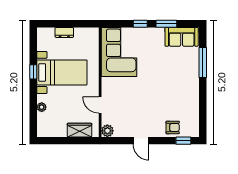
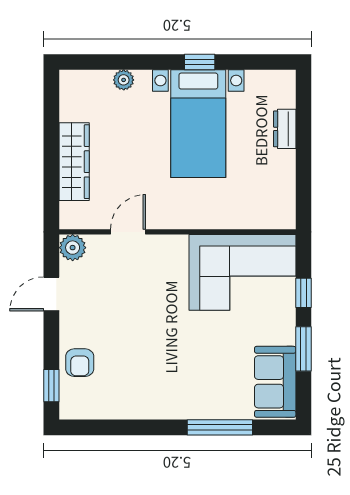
corner sofa: (119, 52) -> (242, 272), moved
wall: (100, 82) -> (177, 232), moved
door: (100, 105) -> (128, 232), moved
wardrobe: (80, 130) -> (74, 162), width x1.50
plant: (107, 131) -> (73, 248), moved

